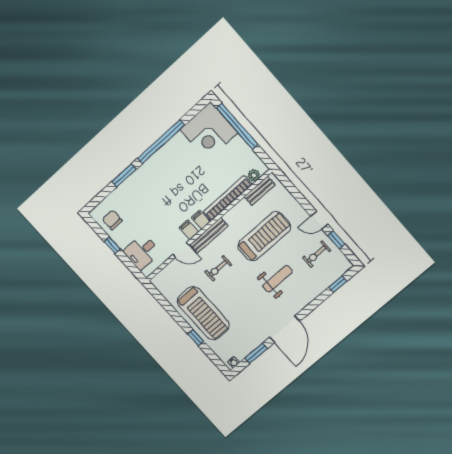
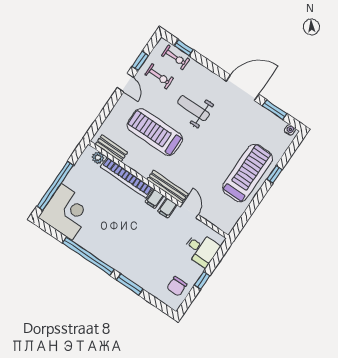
exercise bike: (218, 268) -> (175, 57), moved

